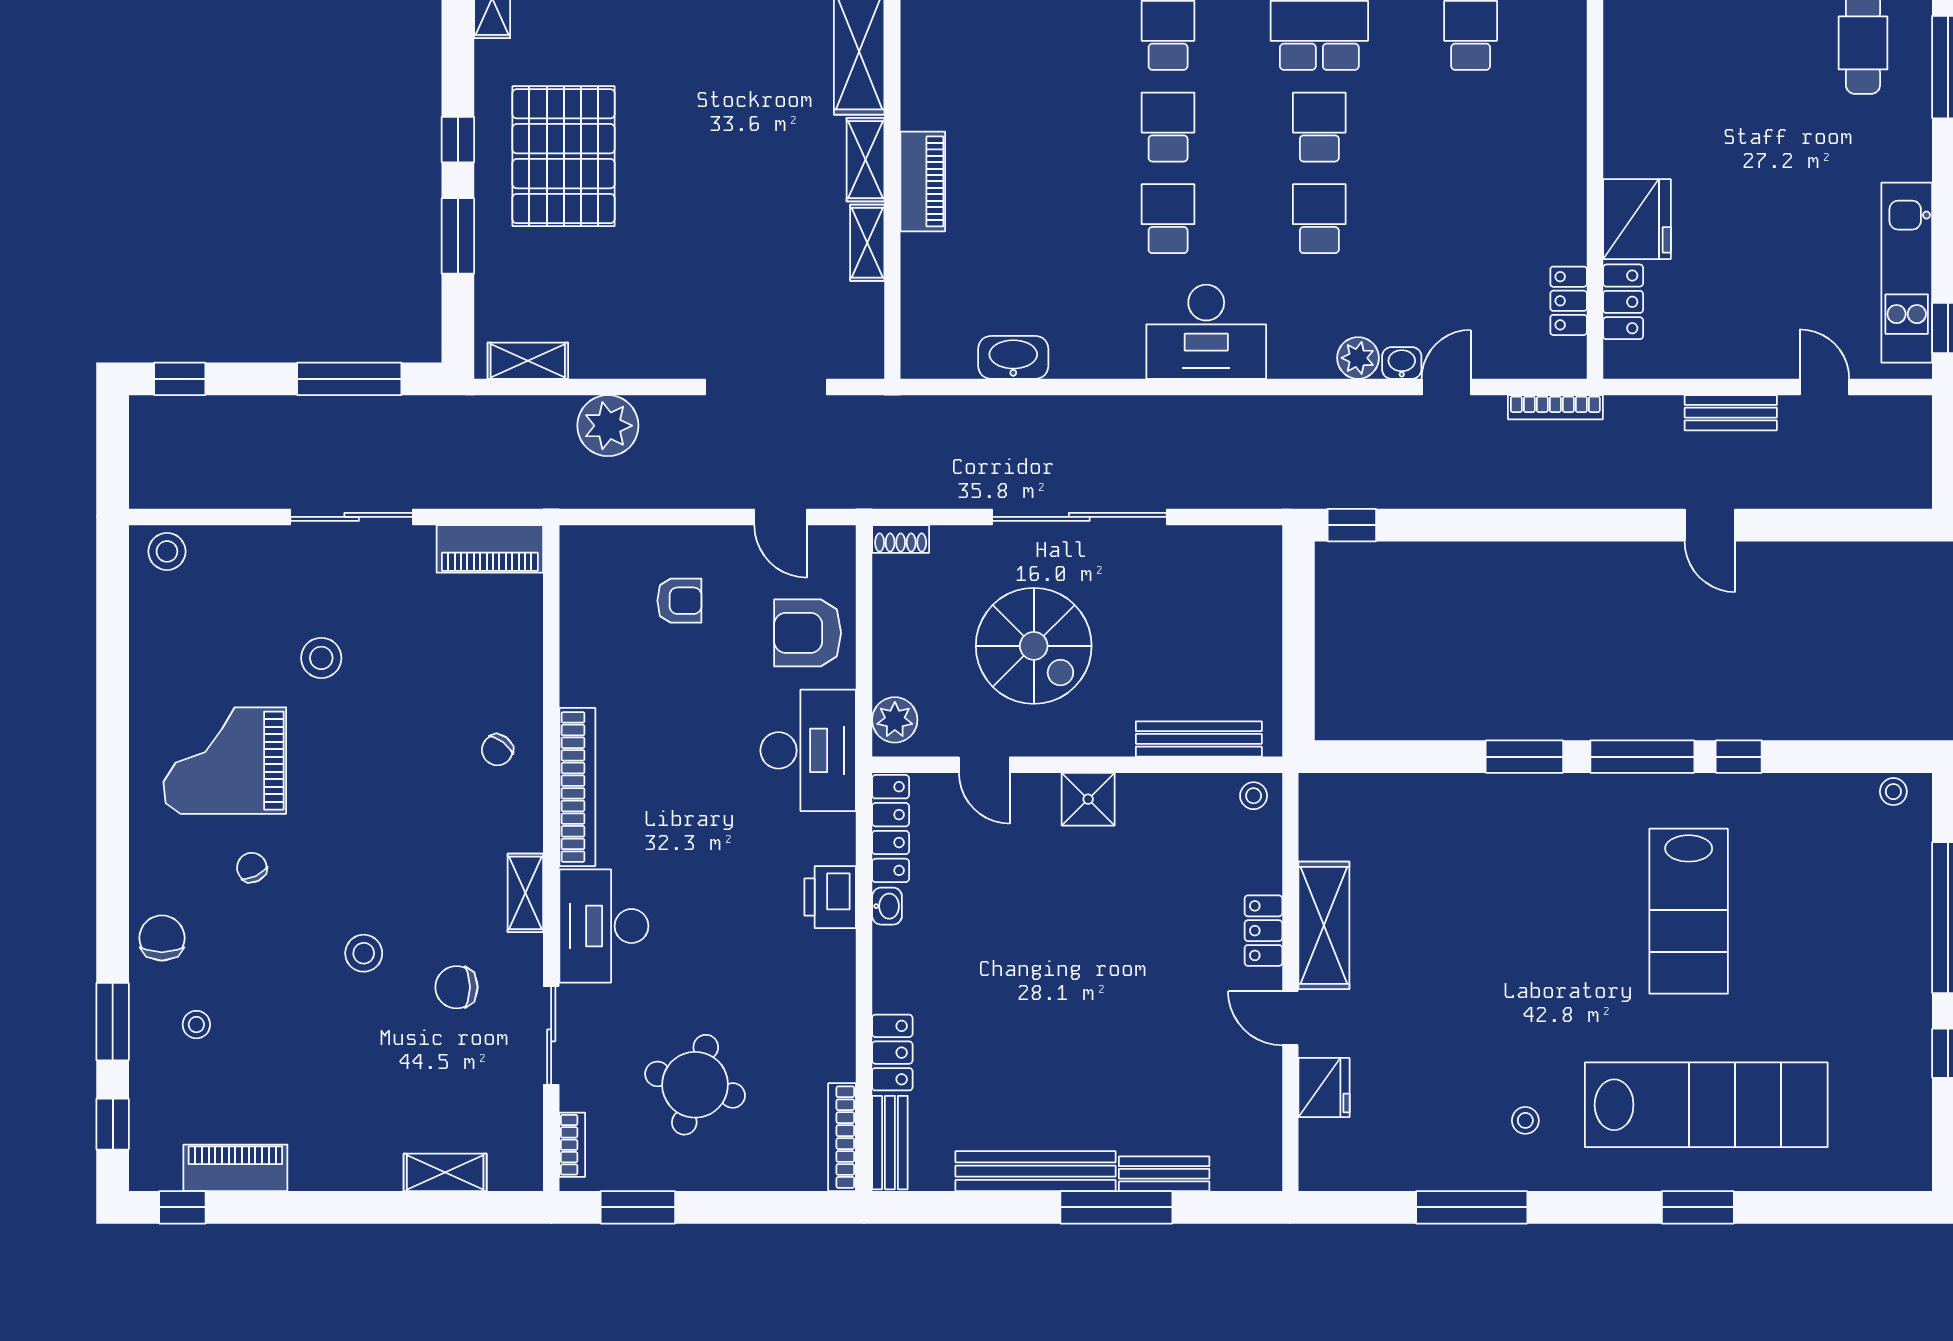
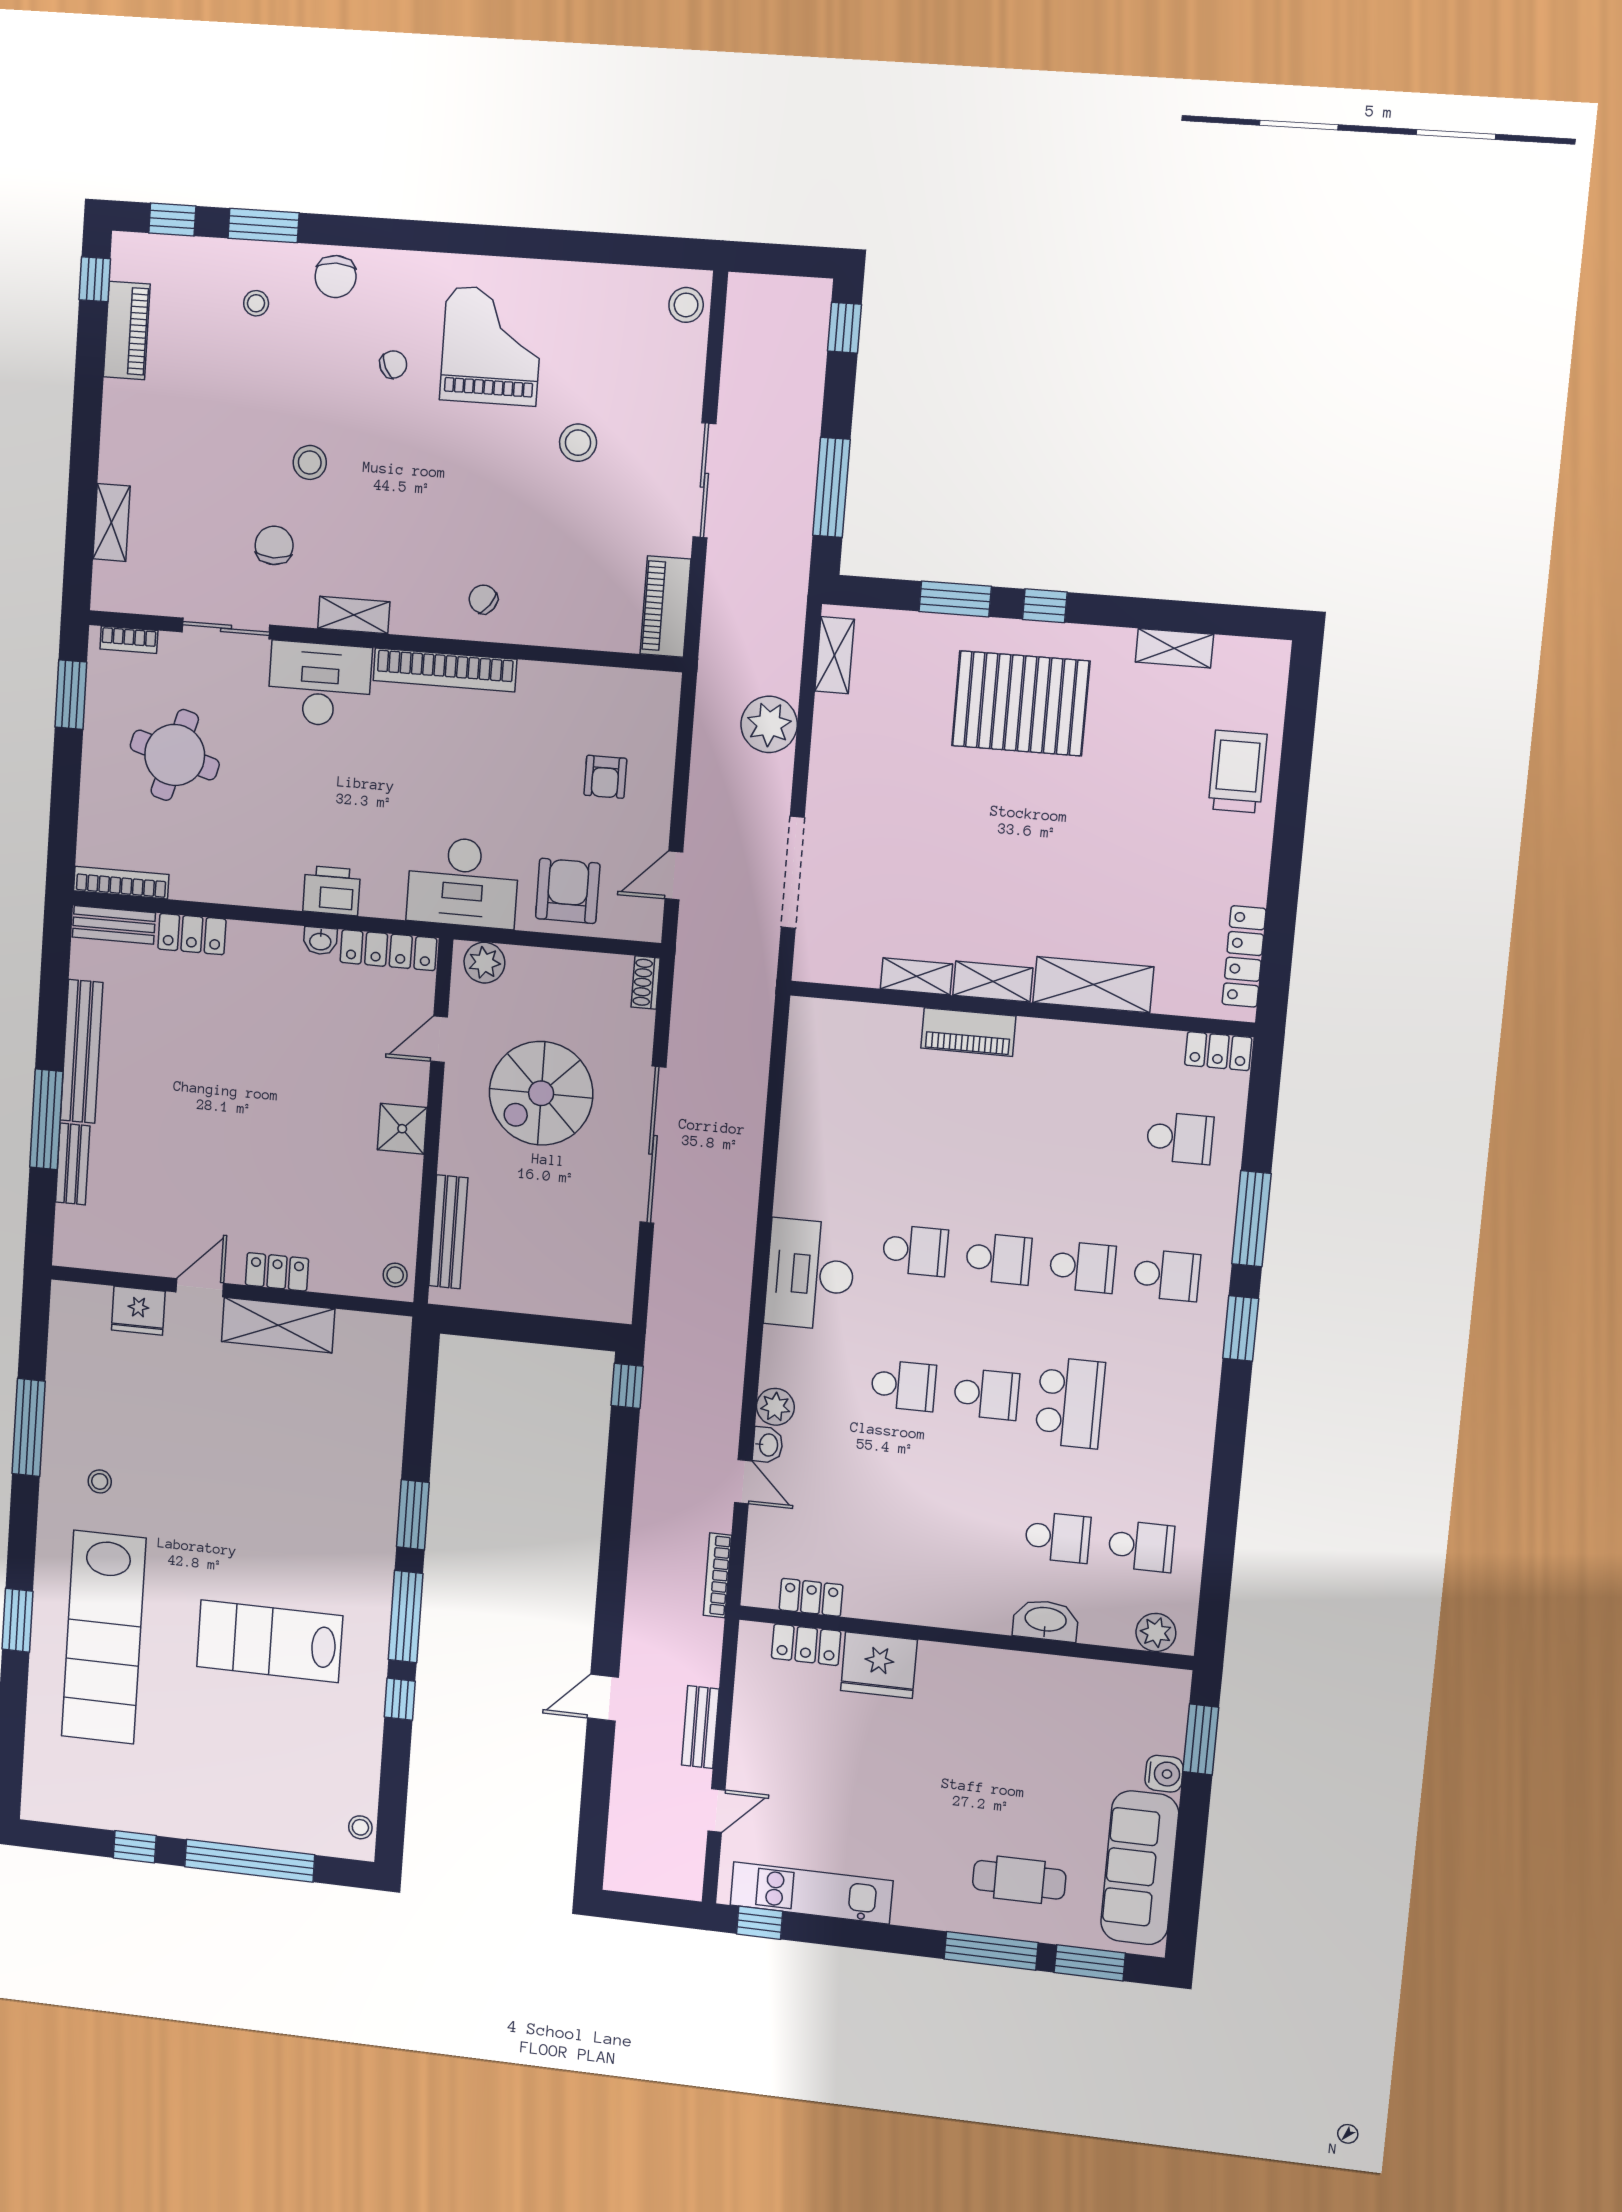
washbasin: (1013, 357) -> (1046, 1620), moved, turned -90
chair: (162, 938) -> (336, 277), turned 90

